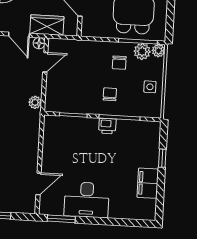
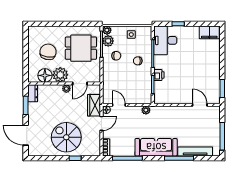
printer: (107, 126) -> (159, 75), moved
filing cabinet: (148, 183) -> (209, 32), moved
desk: (87, 200) -> (165, 40), moved, turned 180

